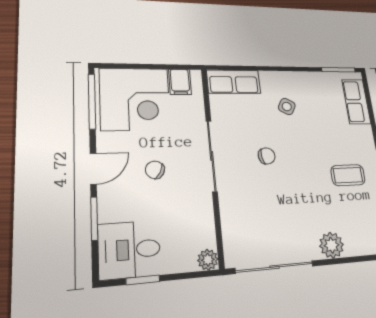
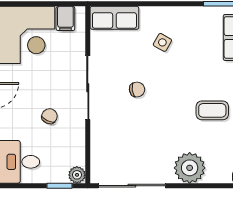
chair: (155, 170) -> (49, 116), moved, turned 87
plant: (332, 245) -> (190, 168), width x1.36, depth x1.36
window: (143, 280) -> (59, 186), moved

